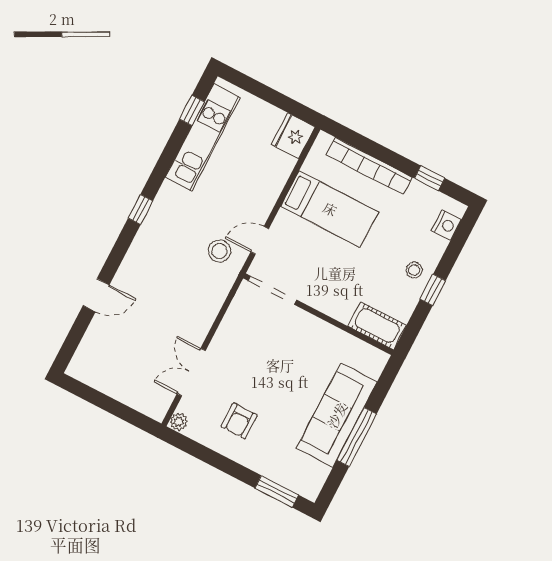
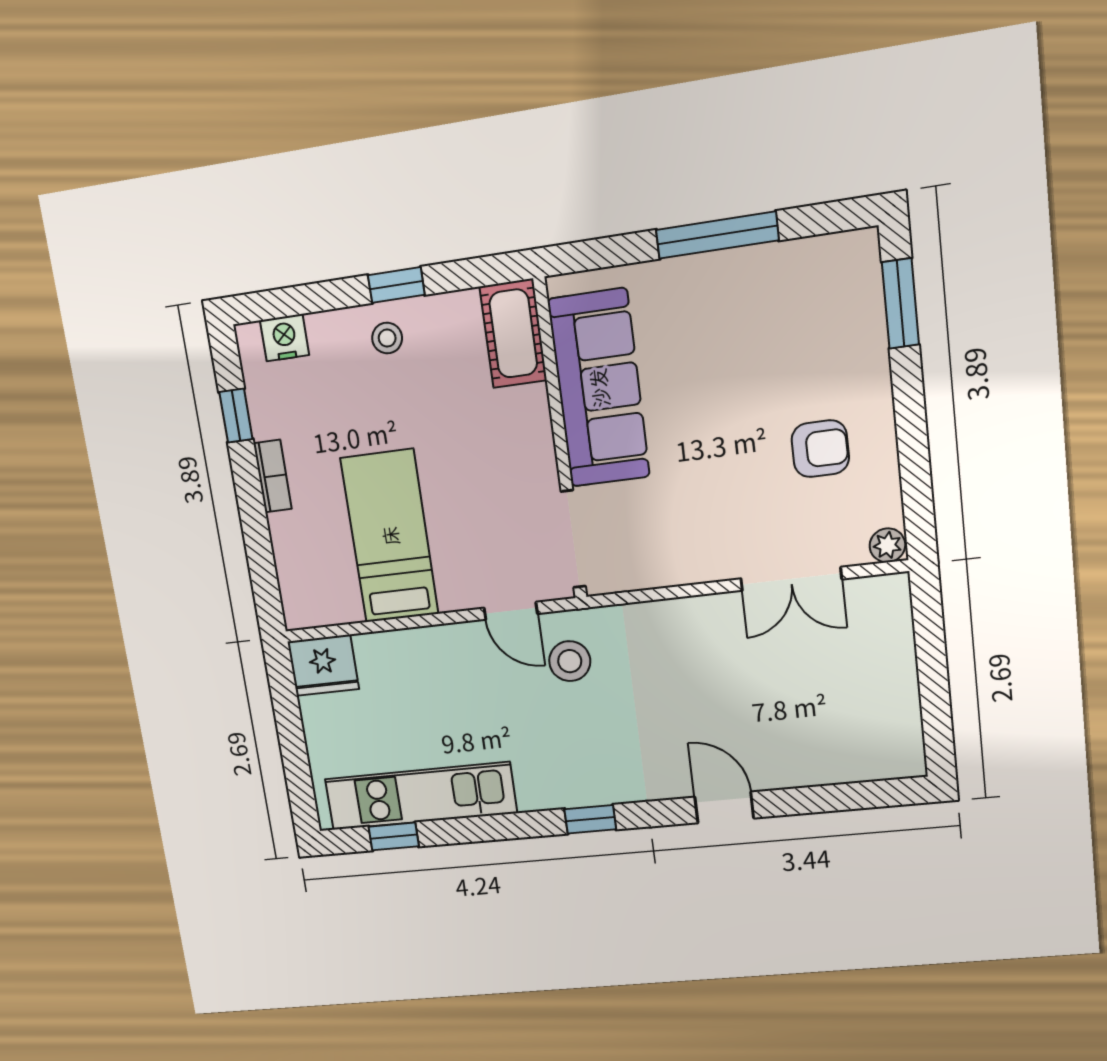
bookcase: (369, 166) -> (273, 476), width x0.43, depth x0.76
door: (96, 295) -> (724, 808), moved
sofa: (337, 415) -> (599, 388), moved, turned -90

